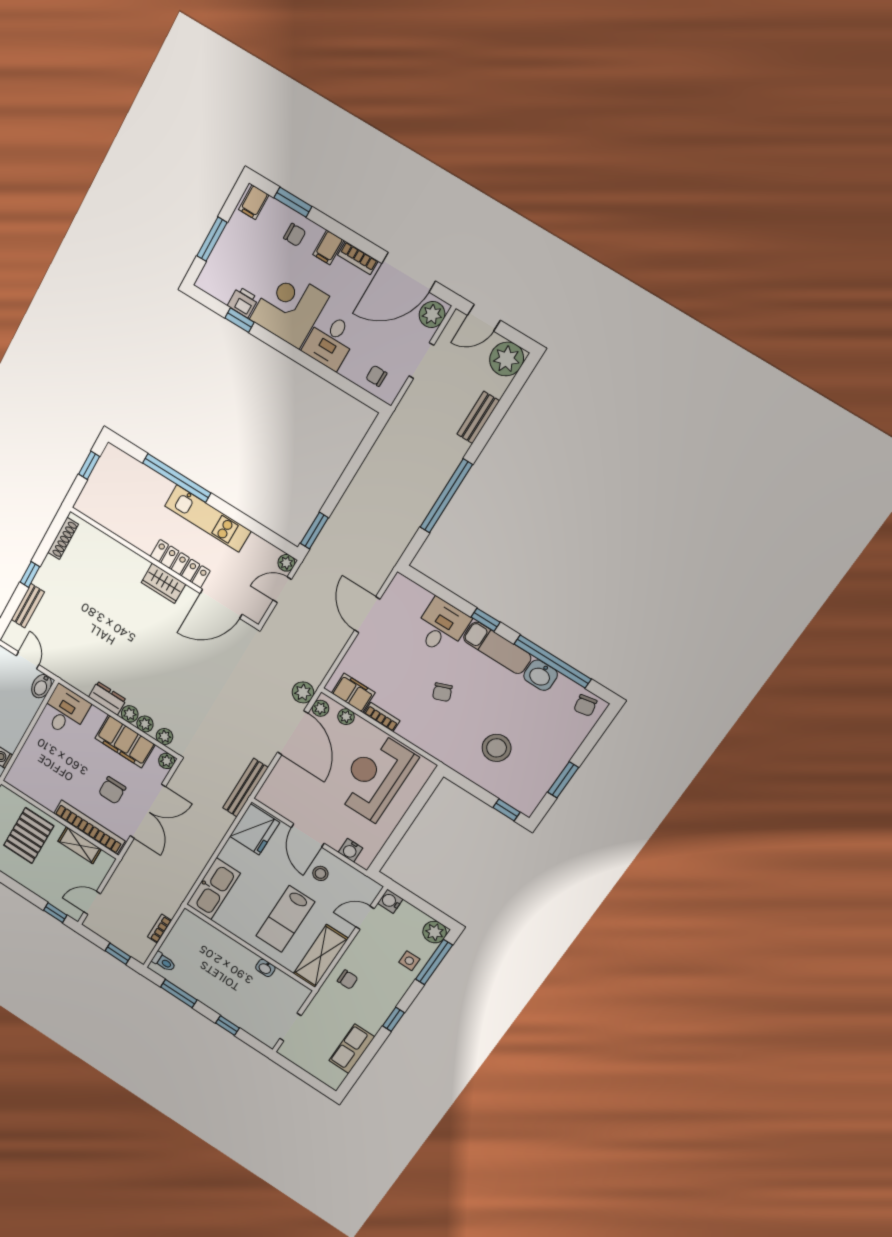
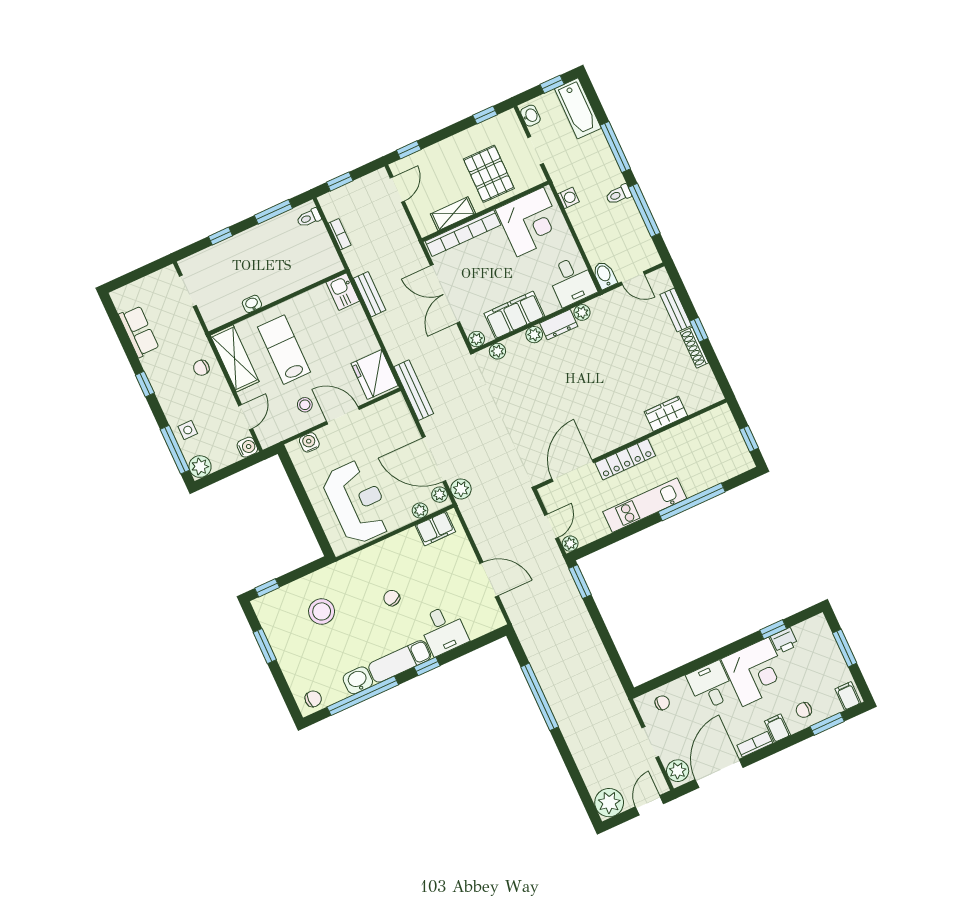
bench: (478, 417) -> (370, 294), moved
shoe rack: (63, 538) -> (694, 348), moved
wardrobe: (163, 583) -> (666, 414), moved
chair: (585, 705) -> (313, 699), turned 101
bookcase: (382, 717) -> (402, 539), removed
plant: (145, 724) -> (582, 312), moved
corner desk: (42, 777) -> (530, 222), added
chair: (112, 790) -> (481, 275), removed
kitchen sink: (213, 889) -> (343, 292), width x0.53, depth x0.81

